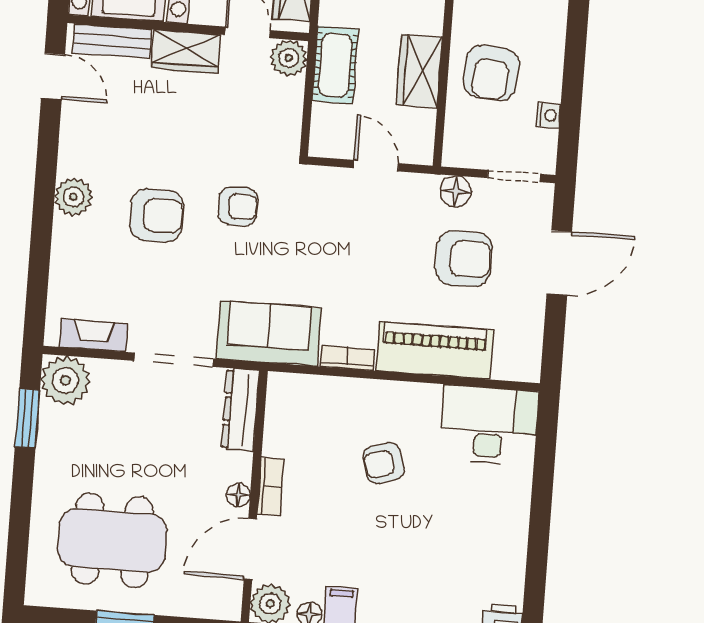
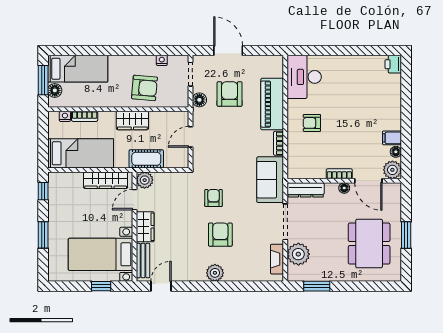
wardrobe: (419, 71) -> (132, 120), moved
plant: (65, 380) -> (298, 254), moved
armchair: (384, 463) -> (312, 123), moved, turned 107

